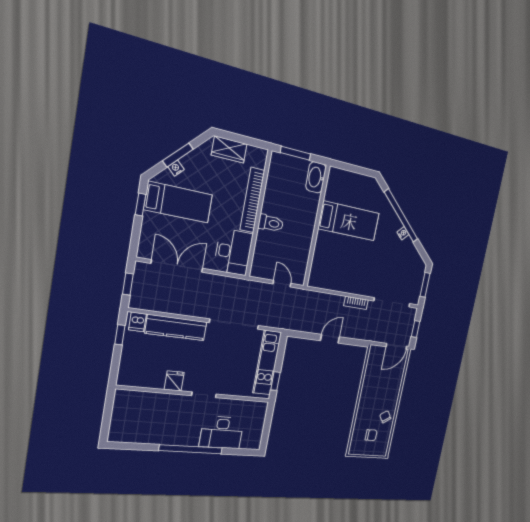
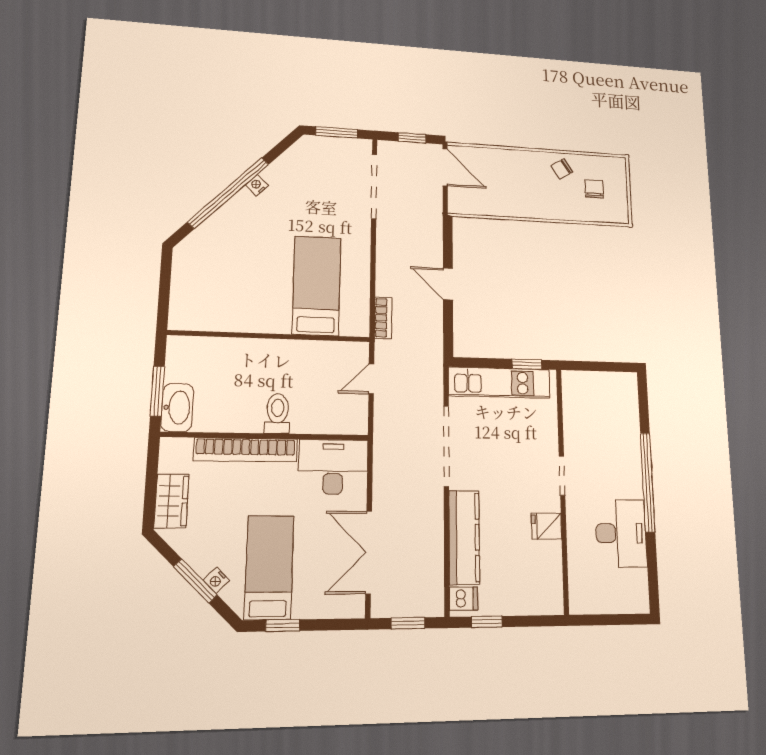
washbasin: (316, 177) -> (177, 408), moved, turned -90
bed: (349, 221) -> (317, 286), moved
bookcase: (356, 303) -> (383, 318), moved
desk: (222, 432) -> (621, 533), moved

